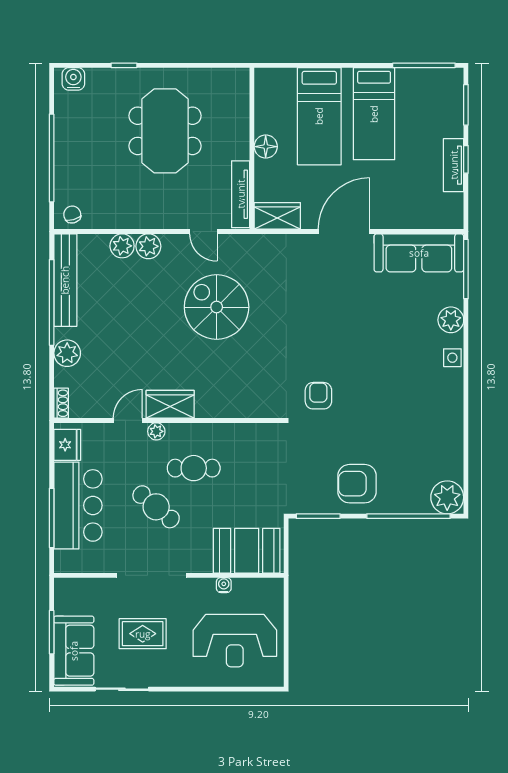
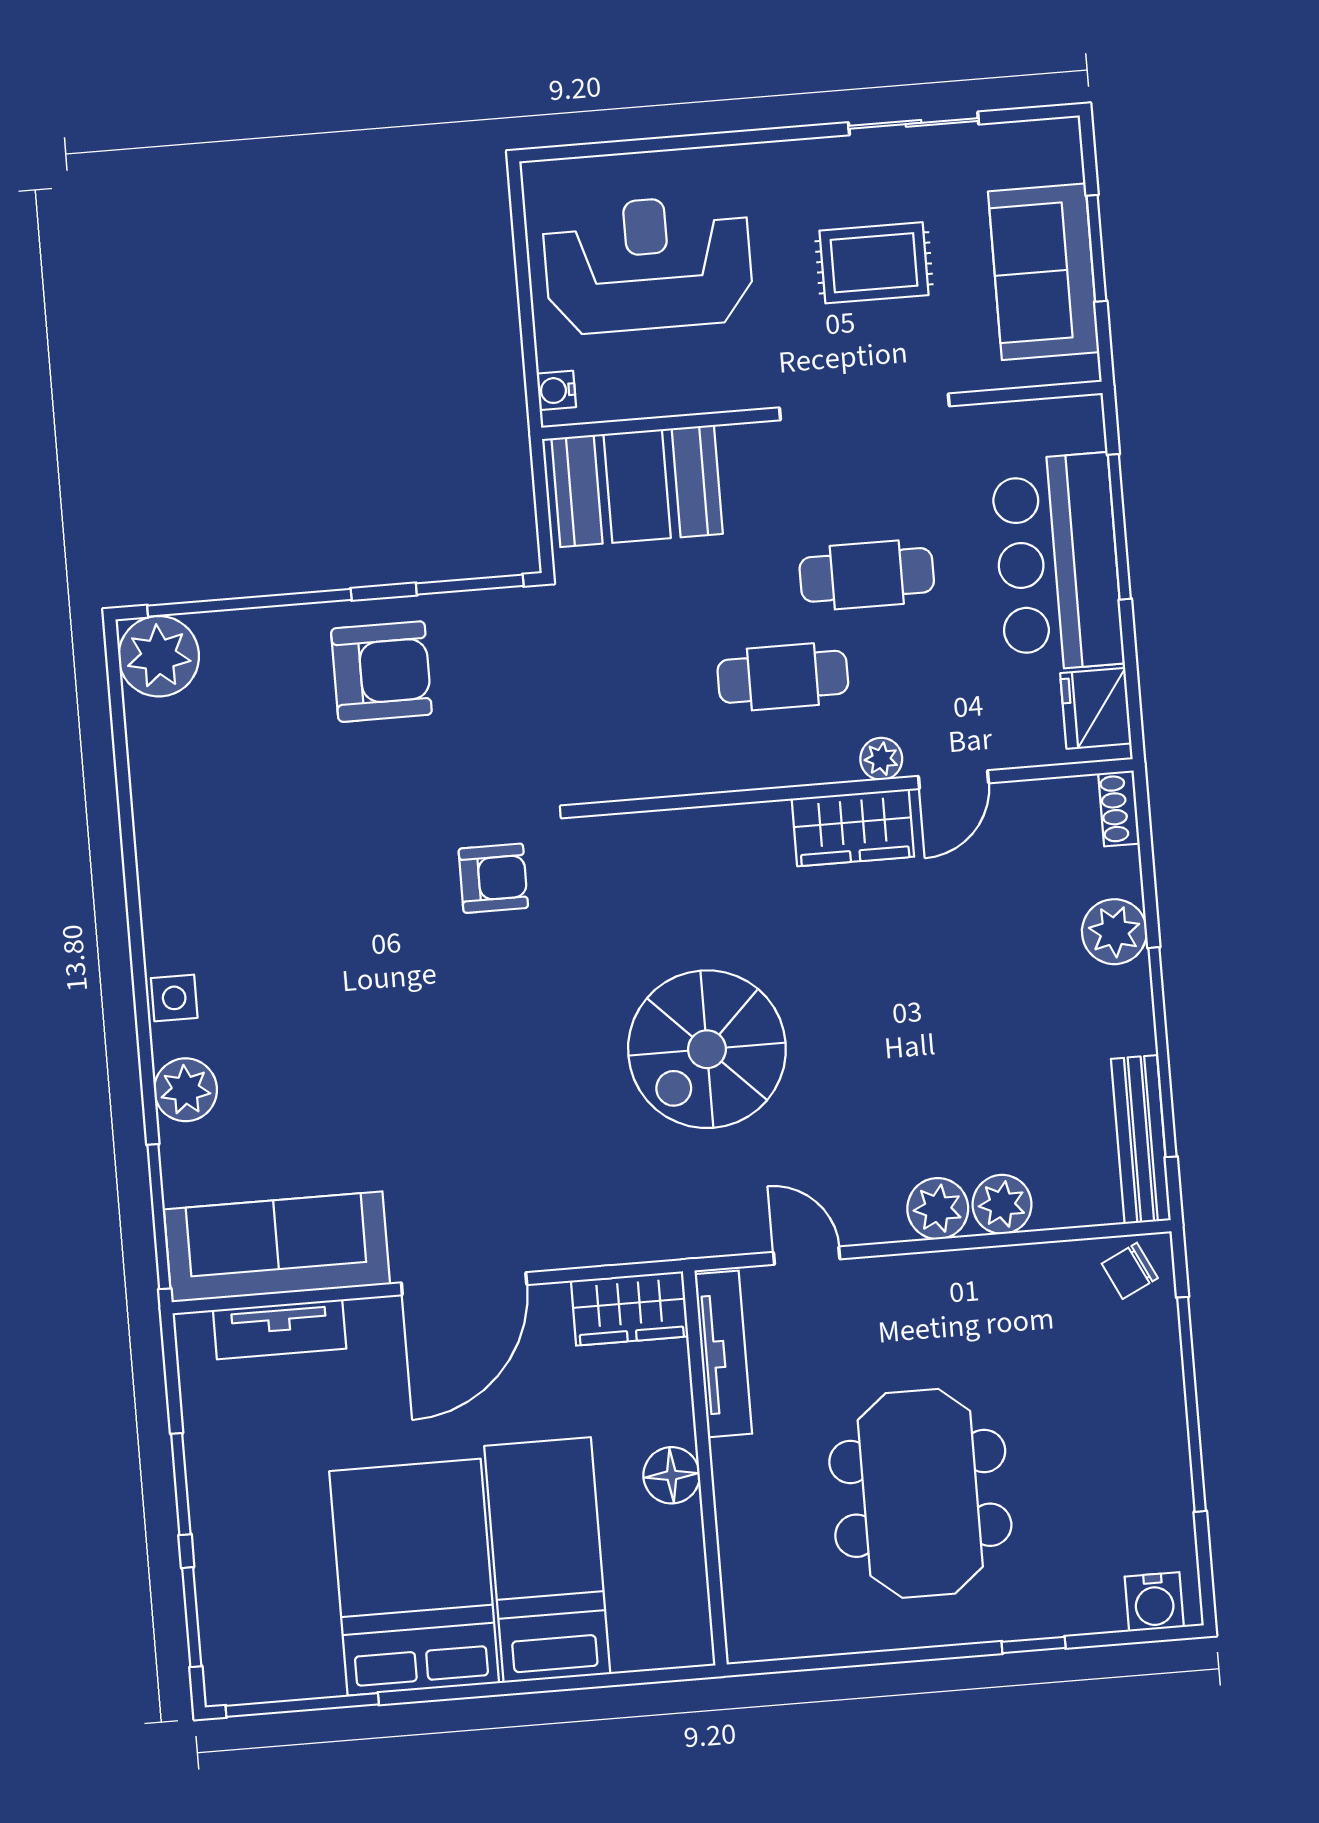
bed: (374, 114) -> (414, 1577), width x1.50
window: (466, 159) -> (181, 1484), width x1.50
tv unit: (454, 165) -> (280, 1329), moved, turned 90
chair: (72, 214) -> (1130, 1271), turned 80
bench: (65, 280) -> (1141, 1139), width x0.73, depth x0.82
spiral stairs: (217, 307) -> (707, 1049), moved, turned 90
armchair: (318, 396) -> (493, 878), turned -90
cafe table: (156, 507) -> (867, 575), turned -40
water cooler: (224, 585) -> (556, 390), moved, turned 90
sofa: (74, 651) -> (1044, 272), moved

